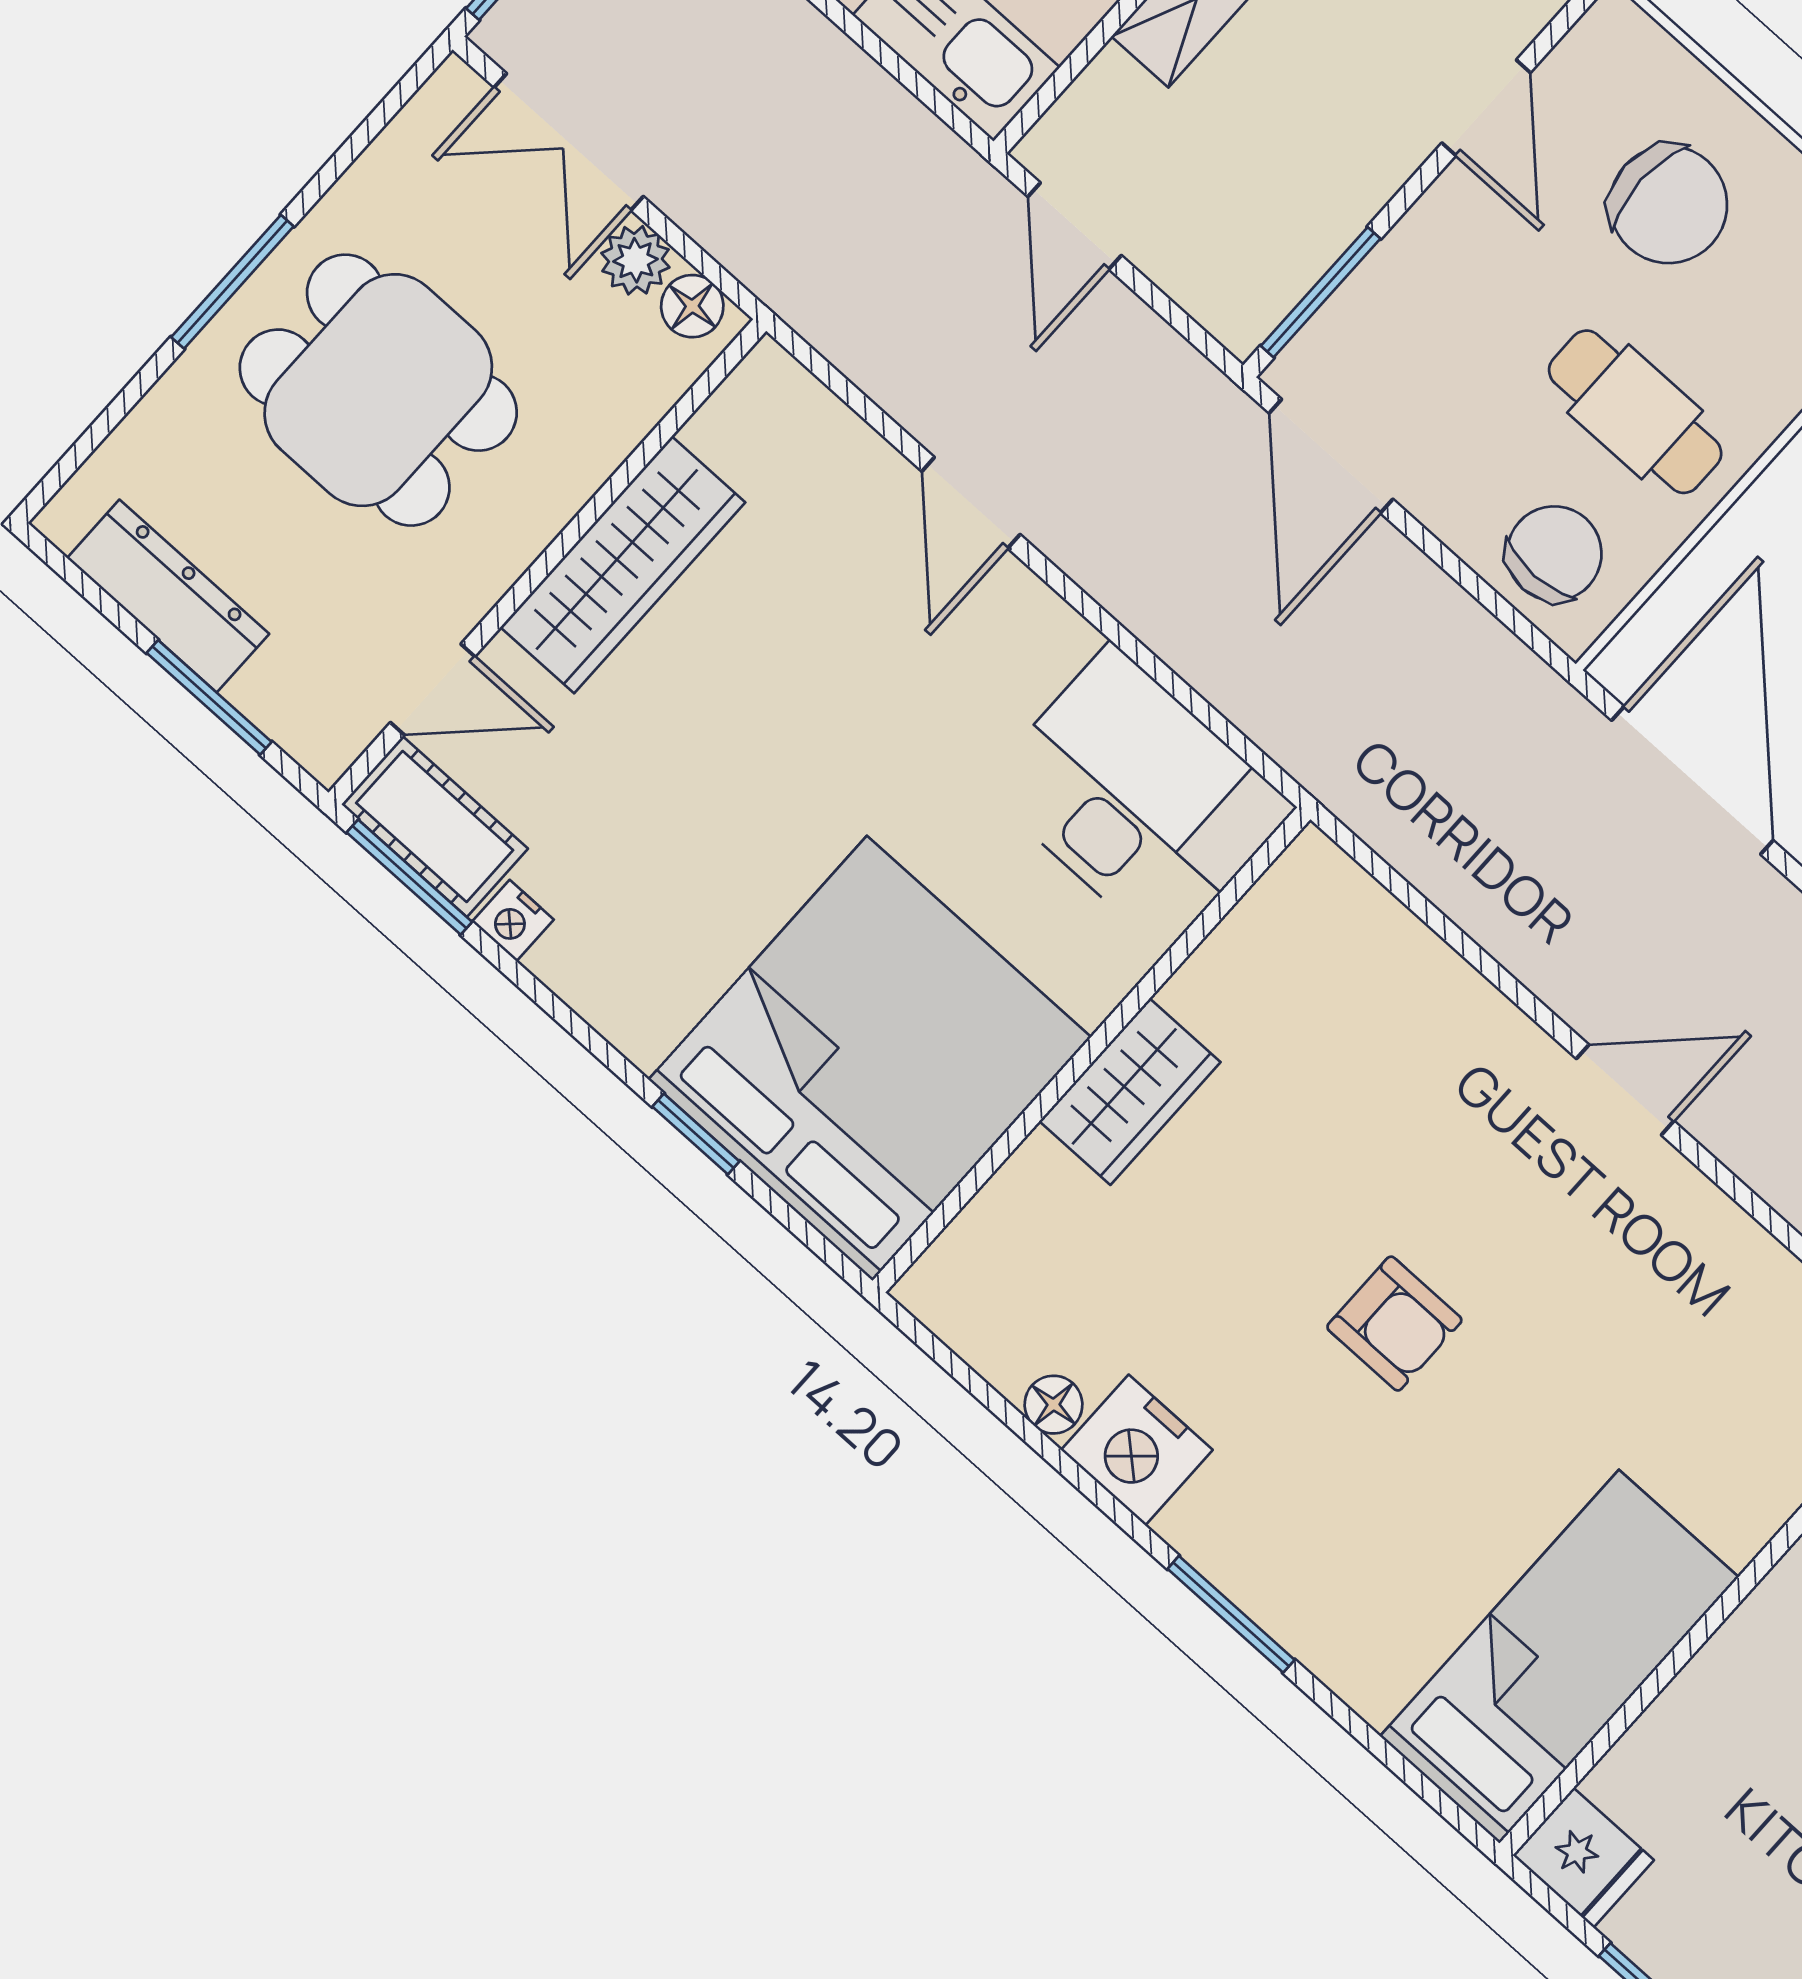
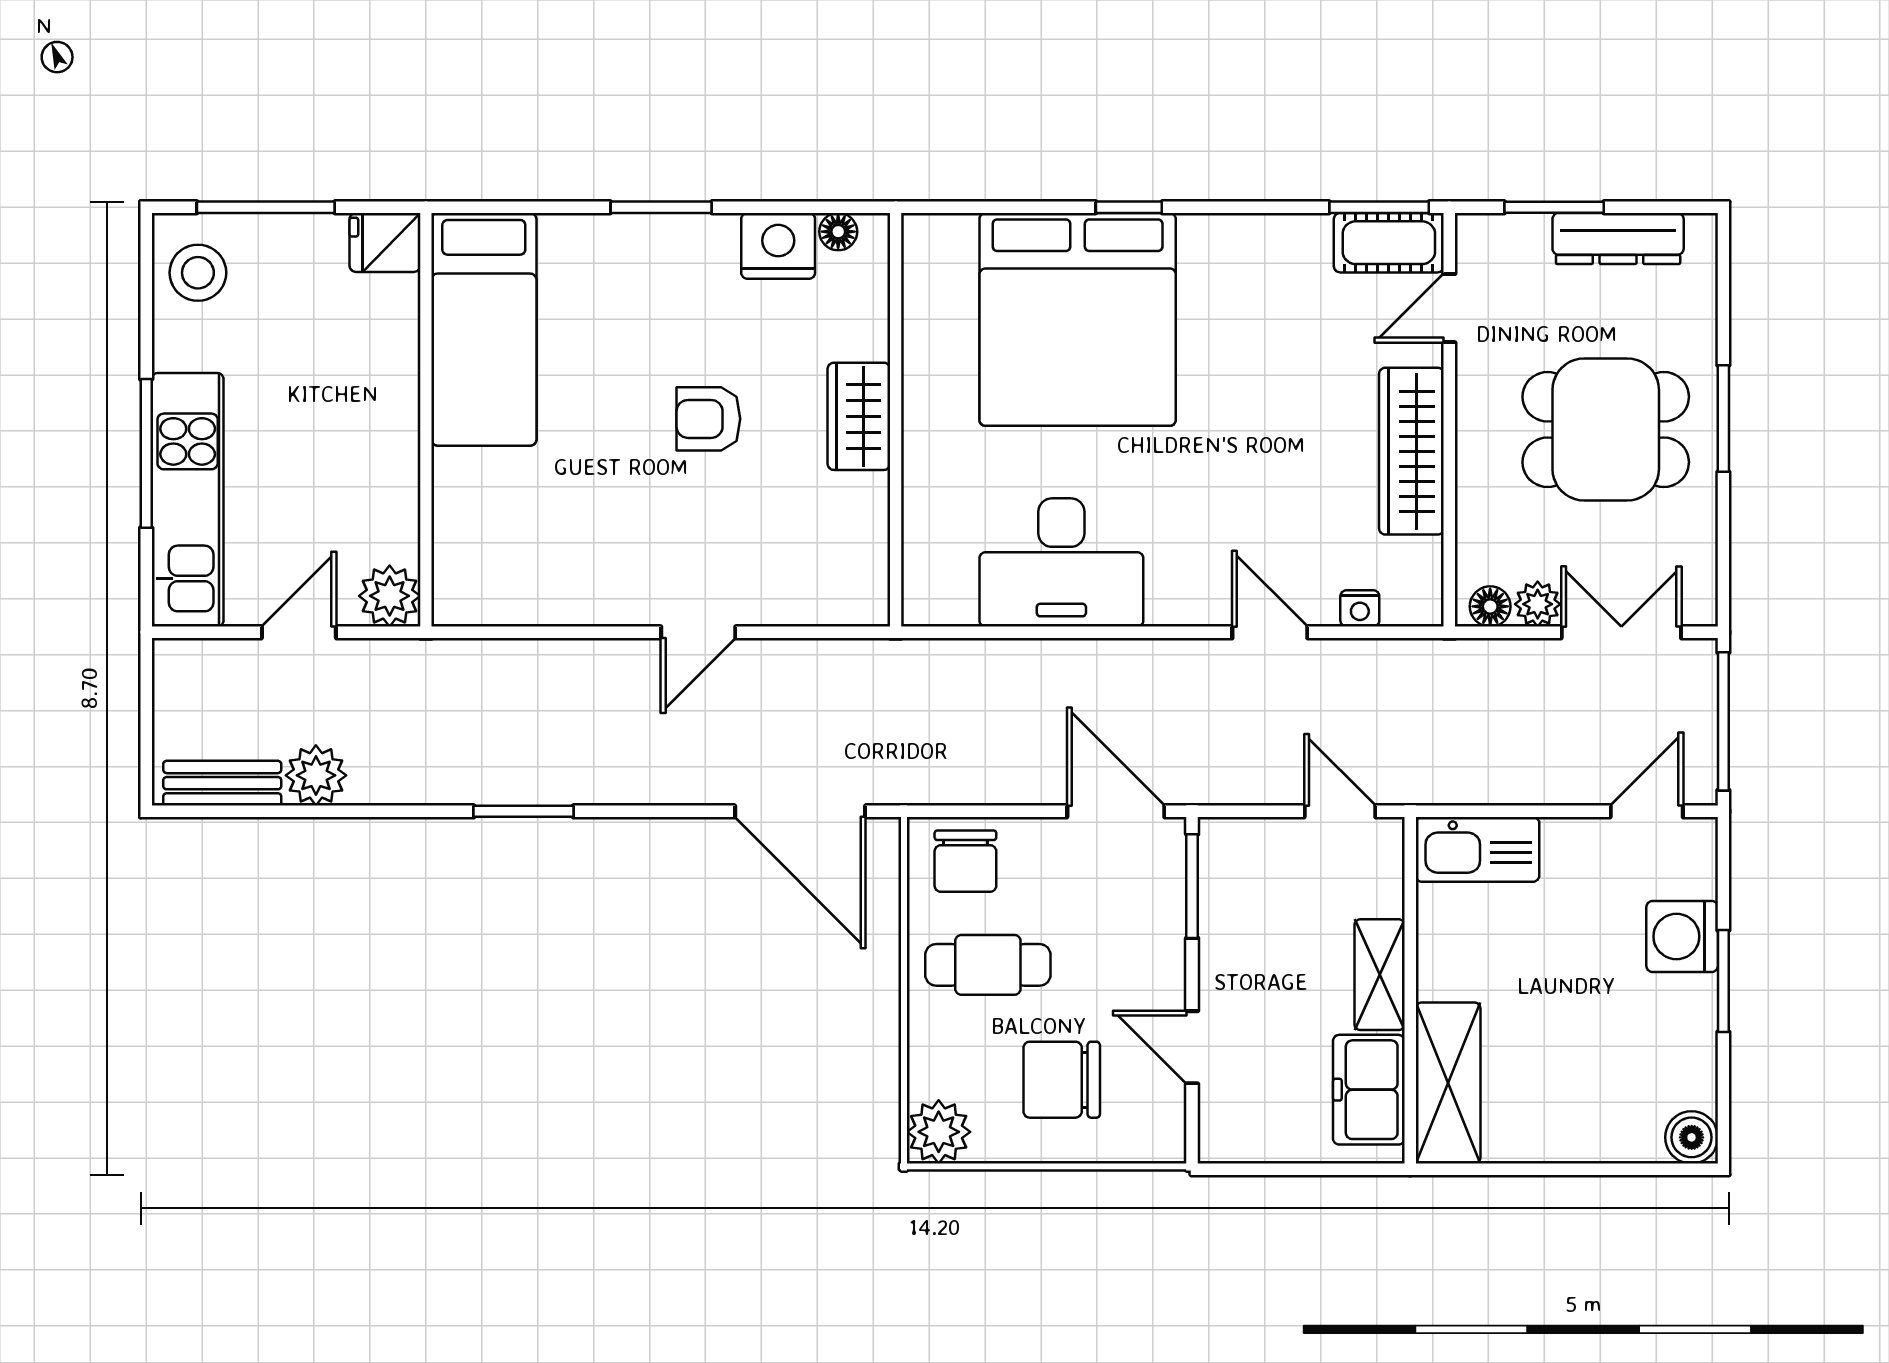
nightstand: (513, 921) -> (1360, 608), moved, turned 180
wall: (1091, 1050) -> (896, 420), moved
wardrobe: (1130, 1092) -> (859, 416), moved

